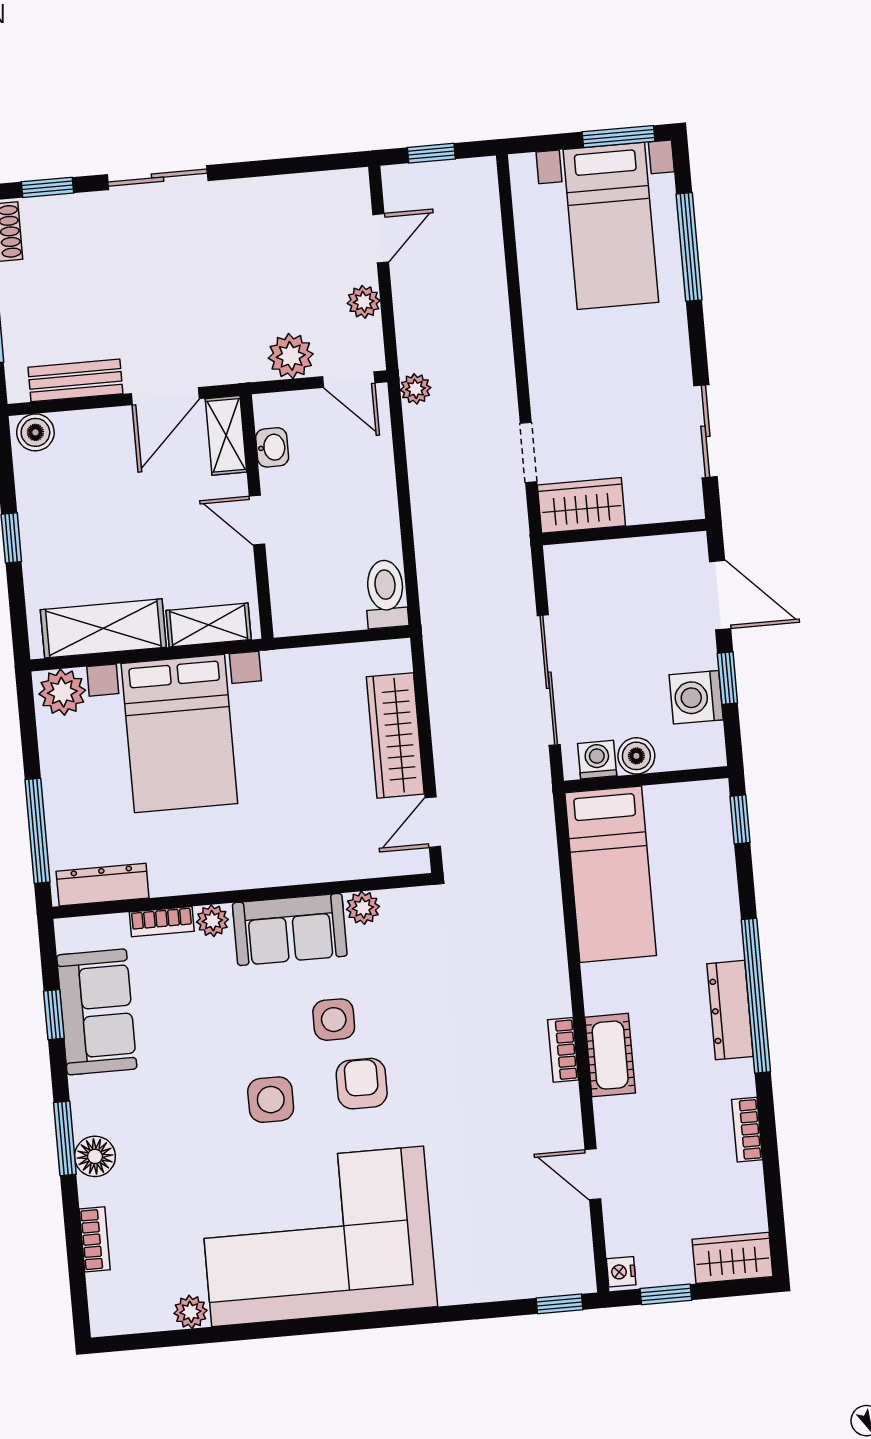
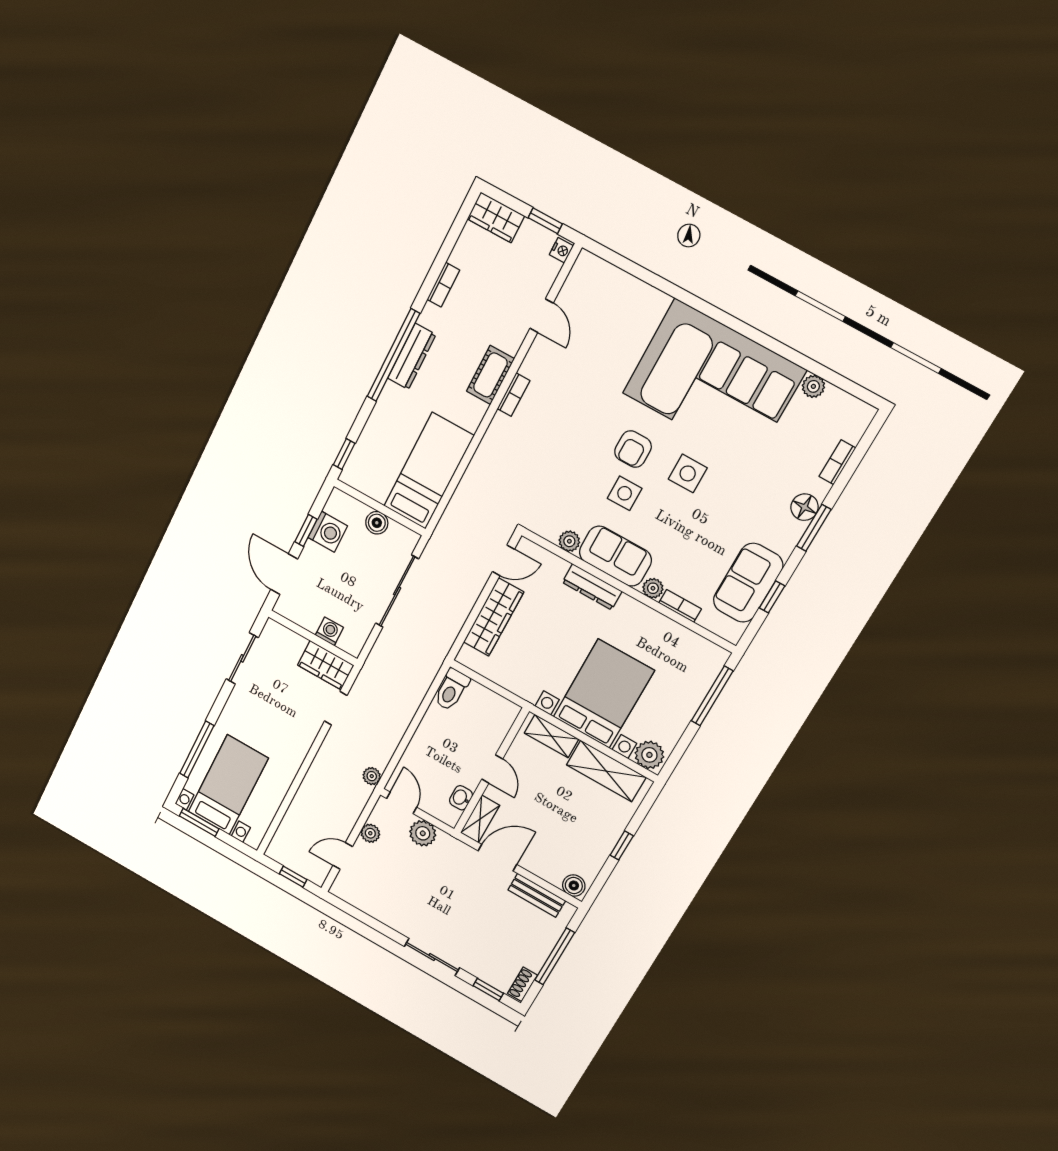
washing machine: (597, 760) -> (329, 631), moved, turned 180
dresser: (103, 885) -> (592, 587), moved
window: (560, 1304) -> (607, 254), removed

